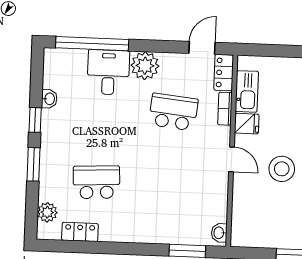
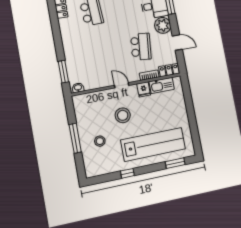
door: (202, 48) -> (177, 43), moved
door: (231, 159) -> (122, 85), swing flipped

